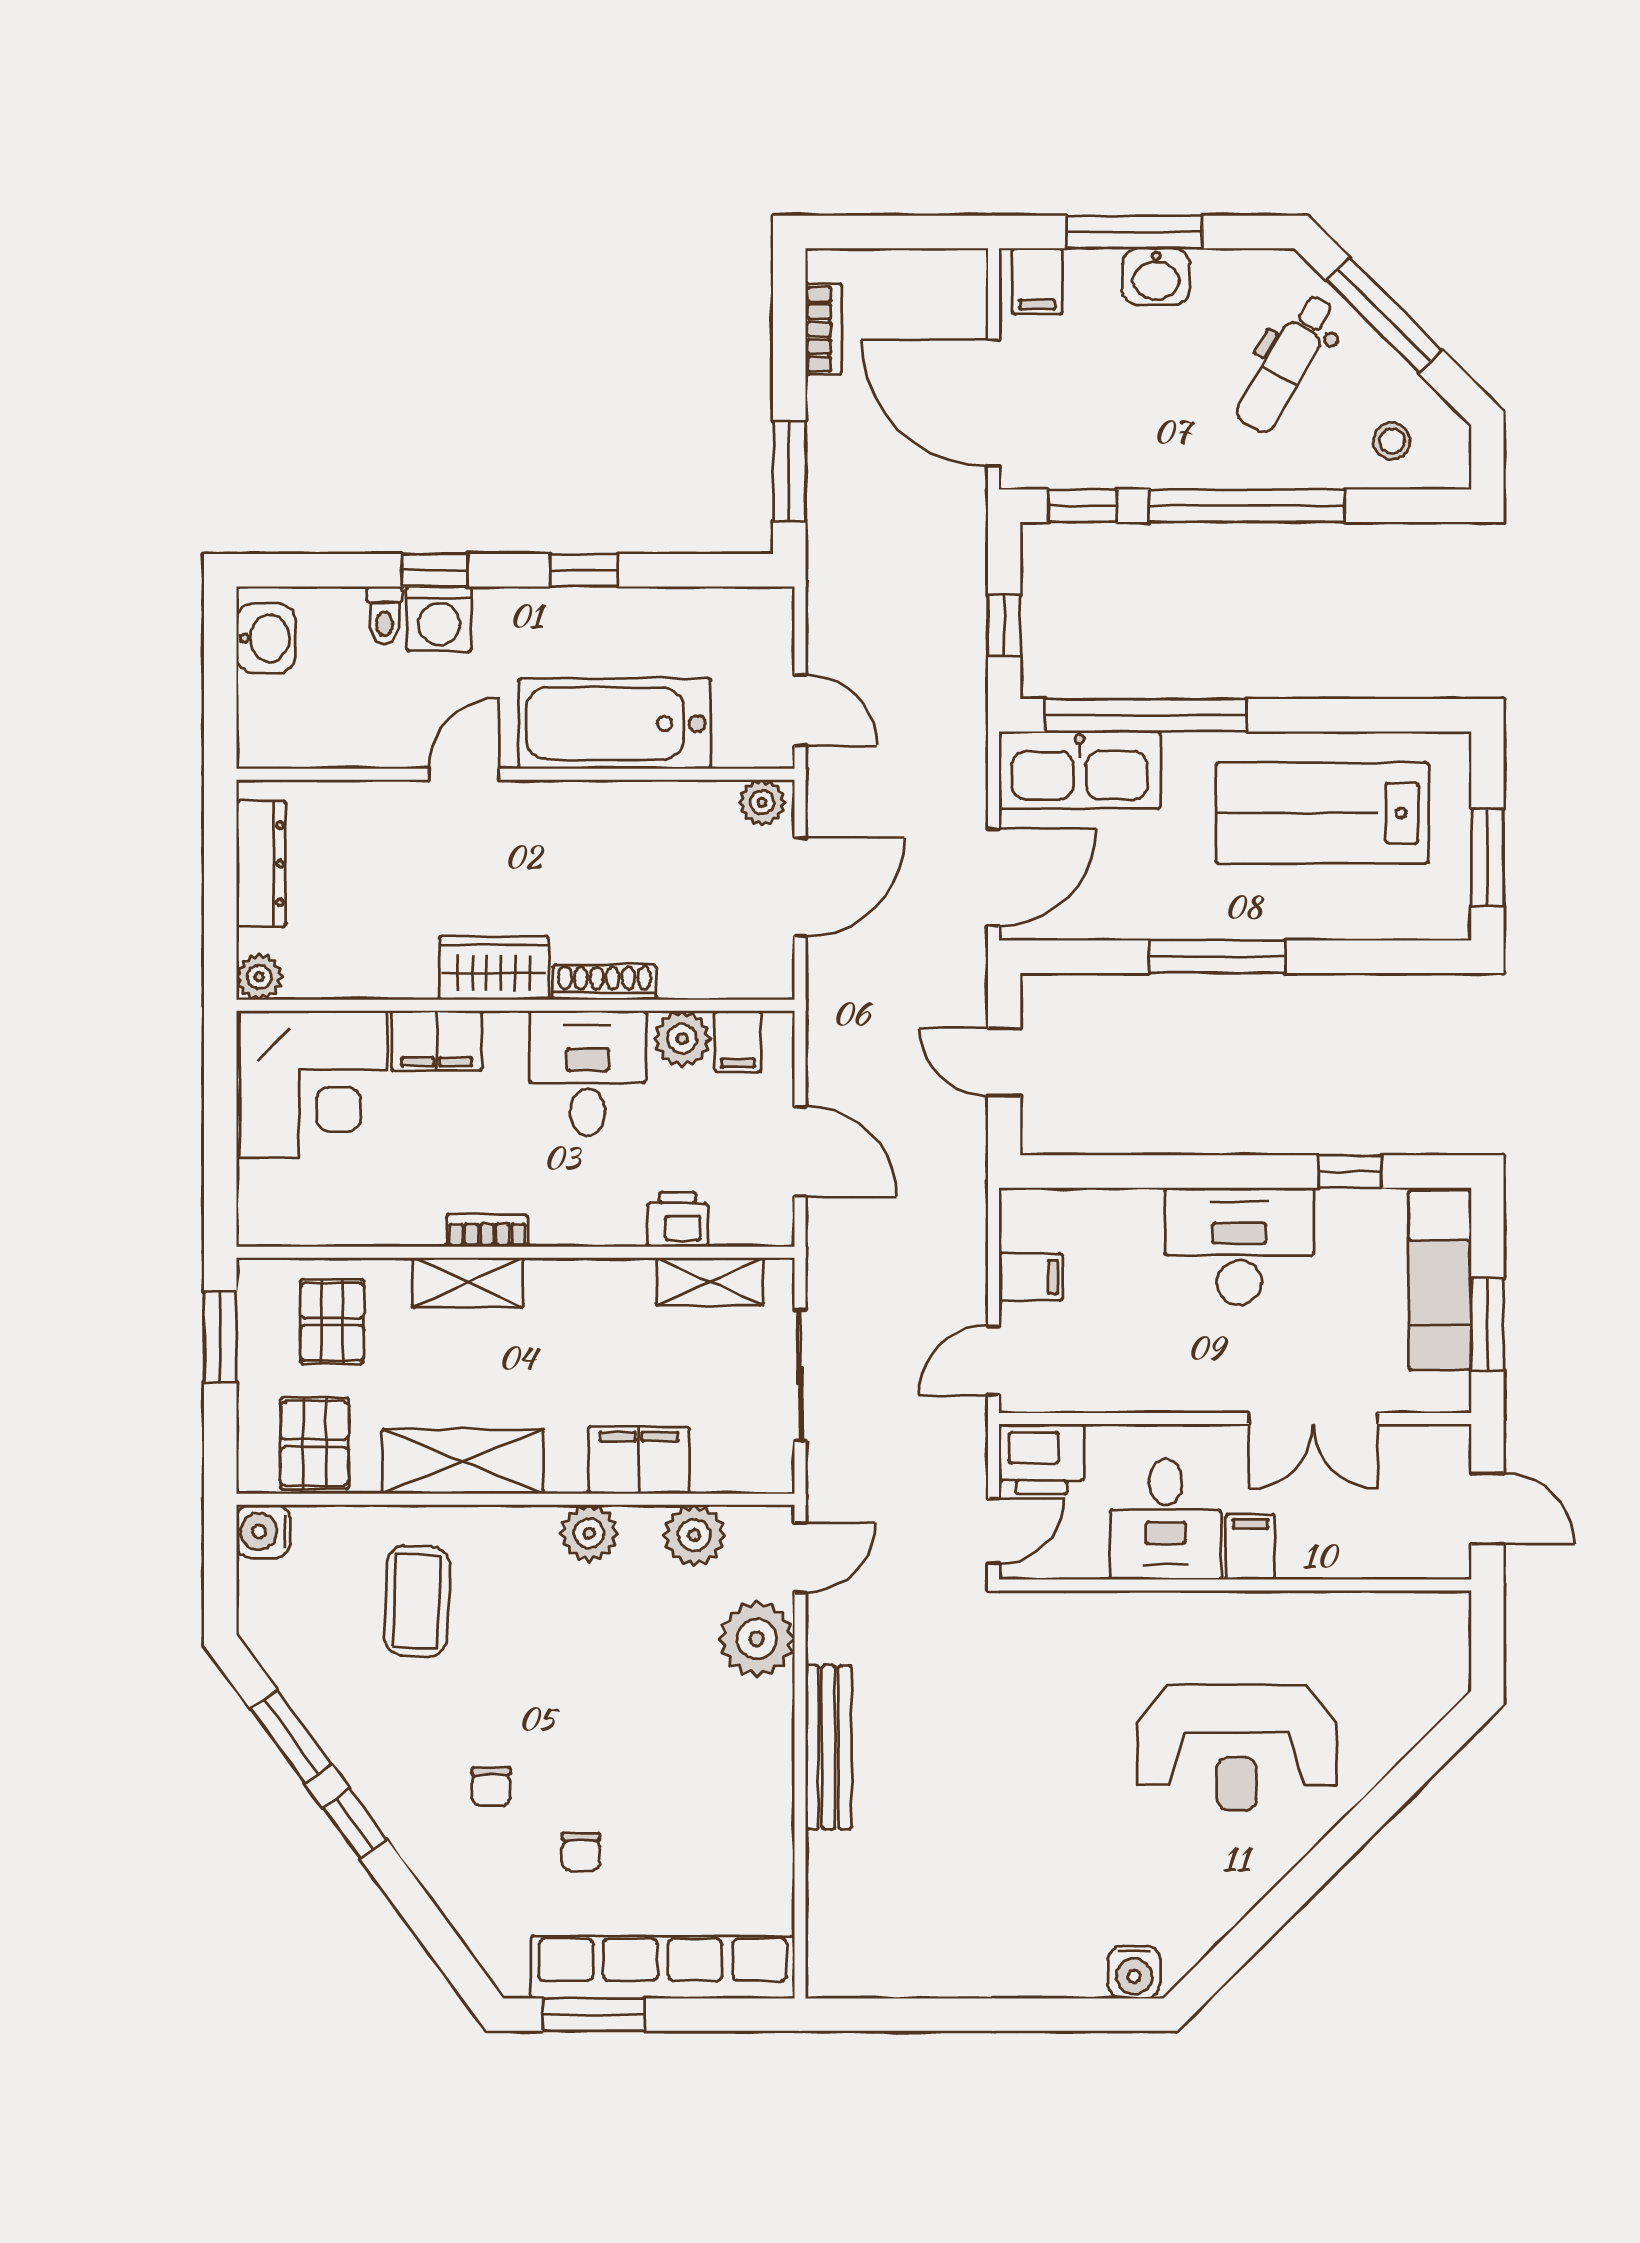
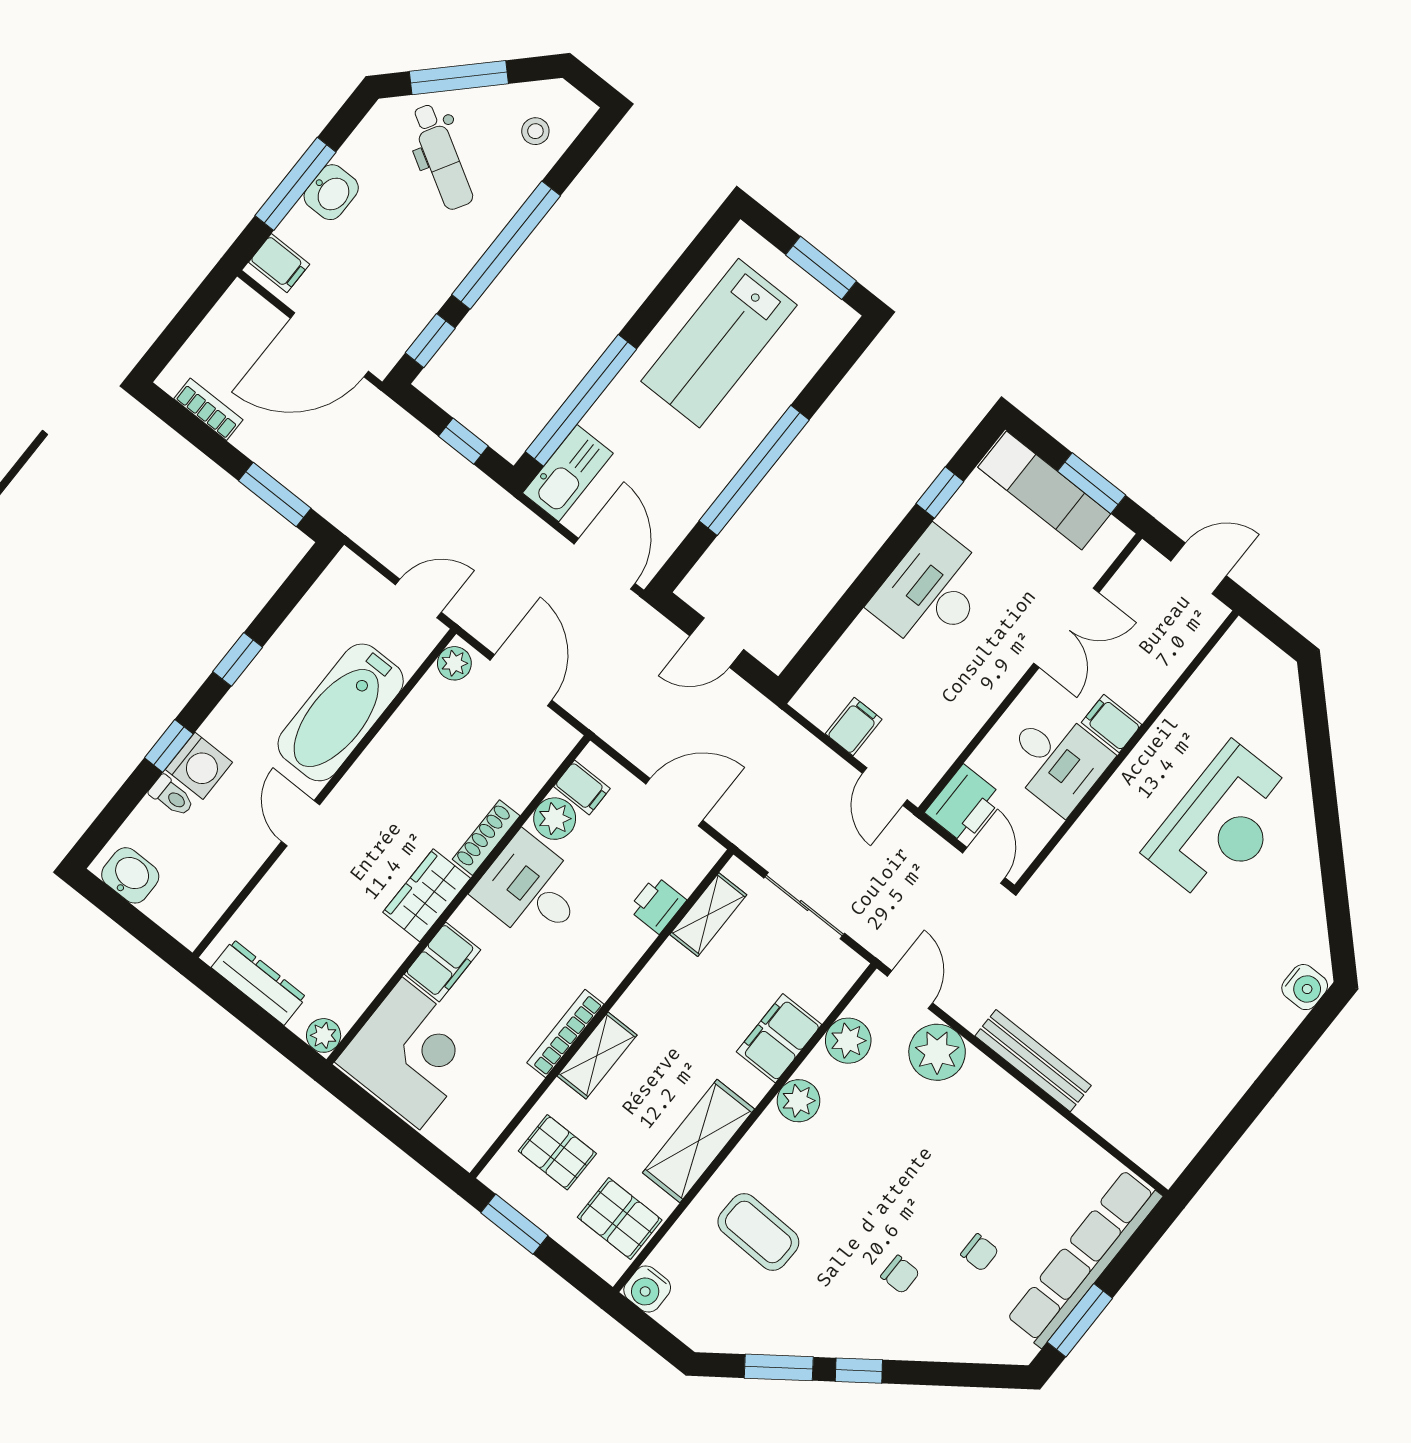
kitchen sink: (1080, 770) -> (568, 473), width x0.73, depth x0.81
window: (1217, 957) -> (754, 470), width x1.46
bookcase: (487, 1231) -> (565, 1033), width x1.56

